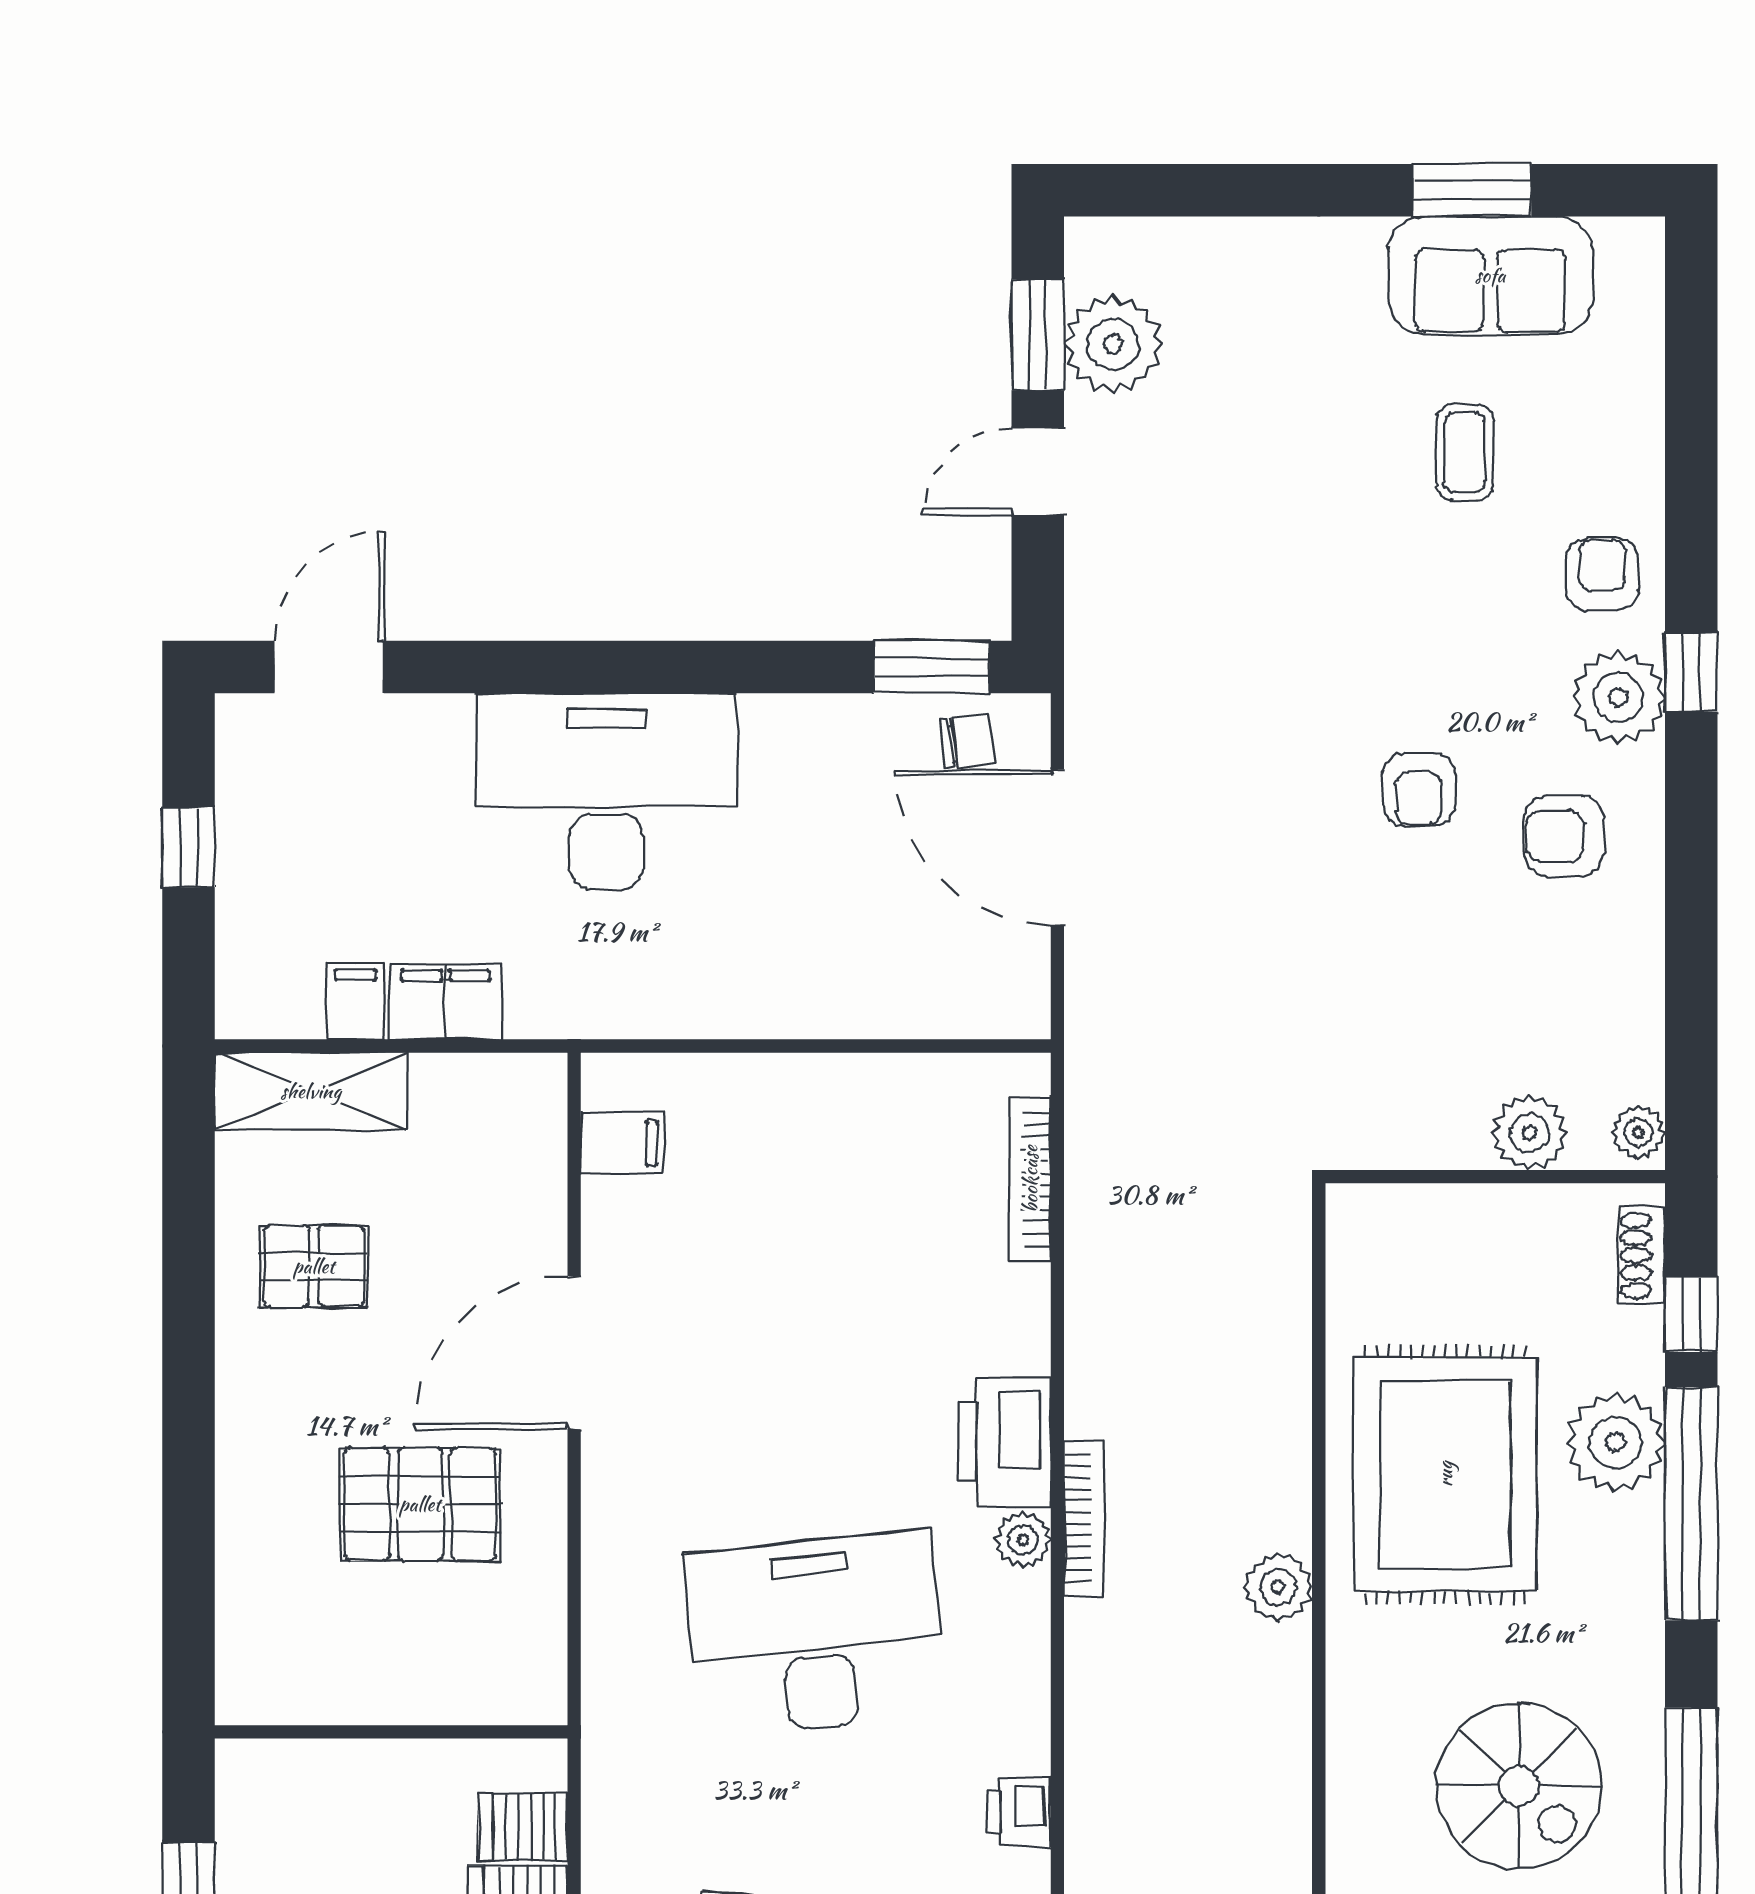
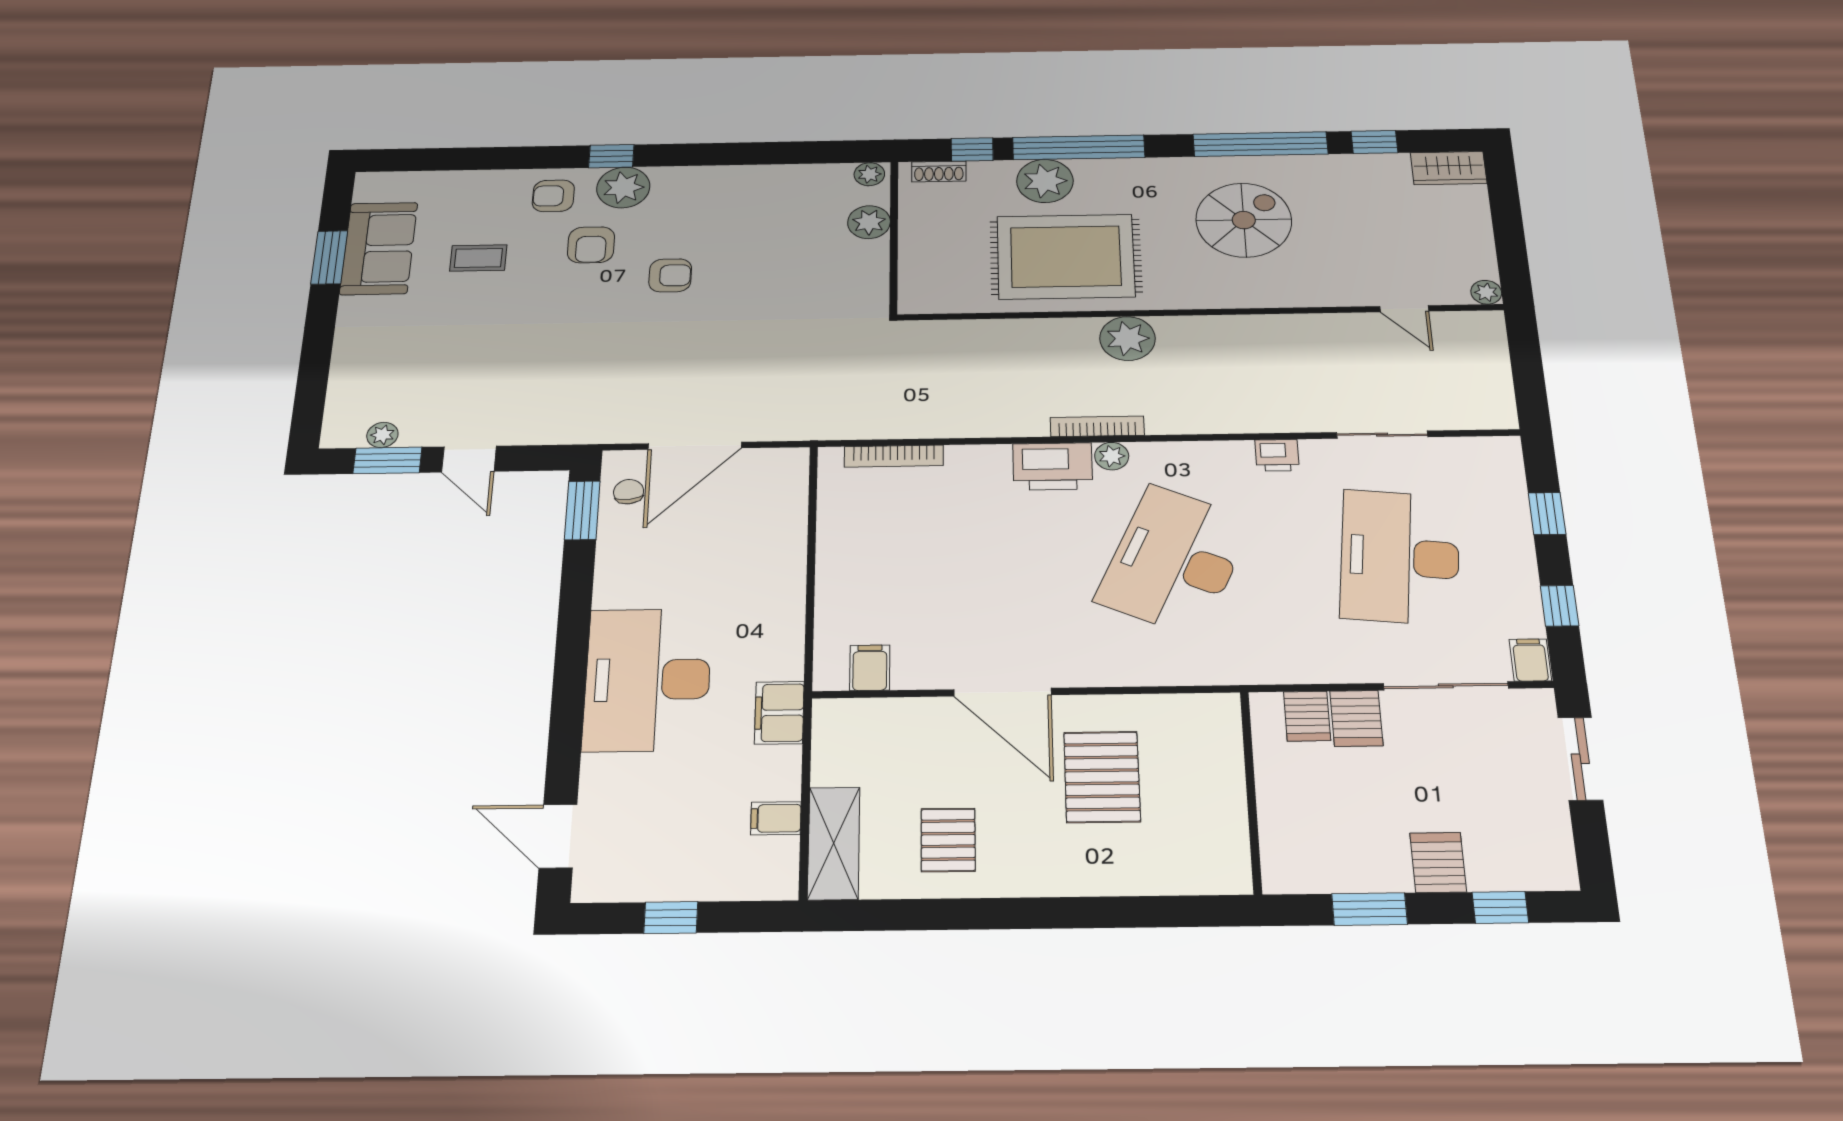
plant: (1113, 344) -> (382, 435), width x0.53, depth x0.53
armchair: (1564, 836) -> (591, 245), moved
filing cabinet: (446, 1002) -> (779, 713), moved
plant: (1278, 1587) -> (1127, 339), width x1.36, depth x1.36
desk: (816, 1634) -> (1175, 560), turned 30

